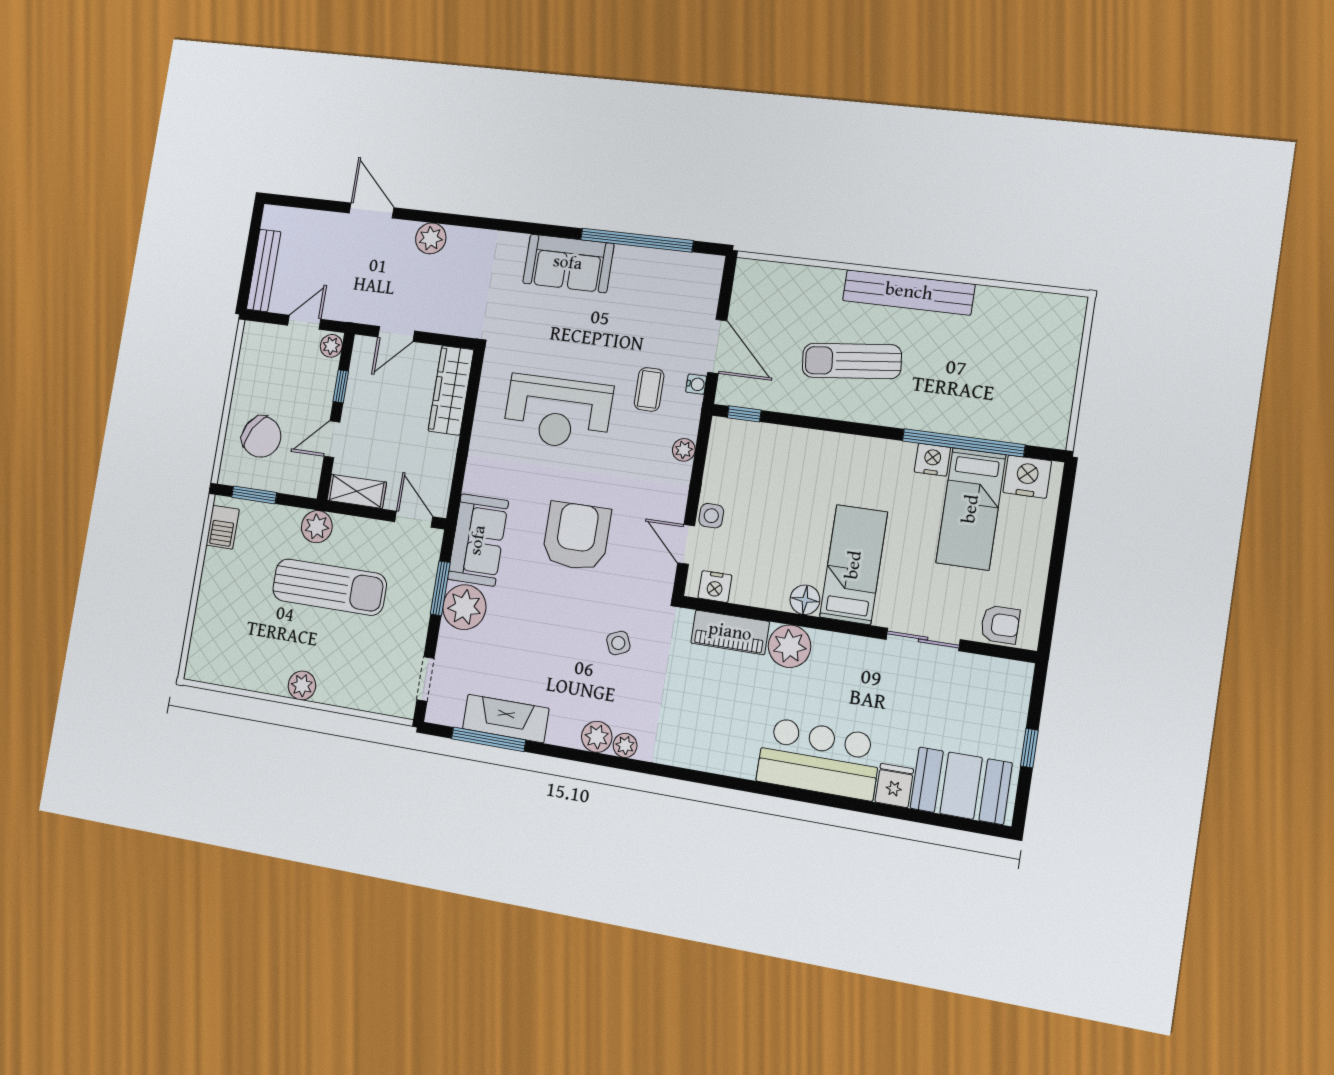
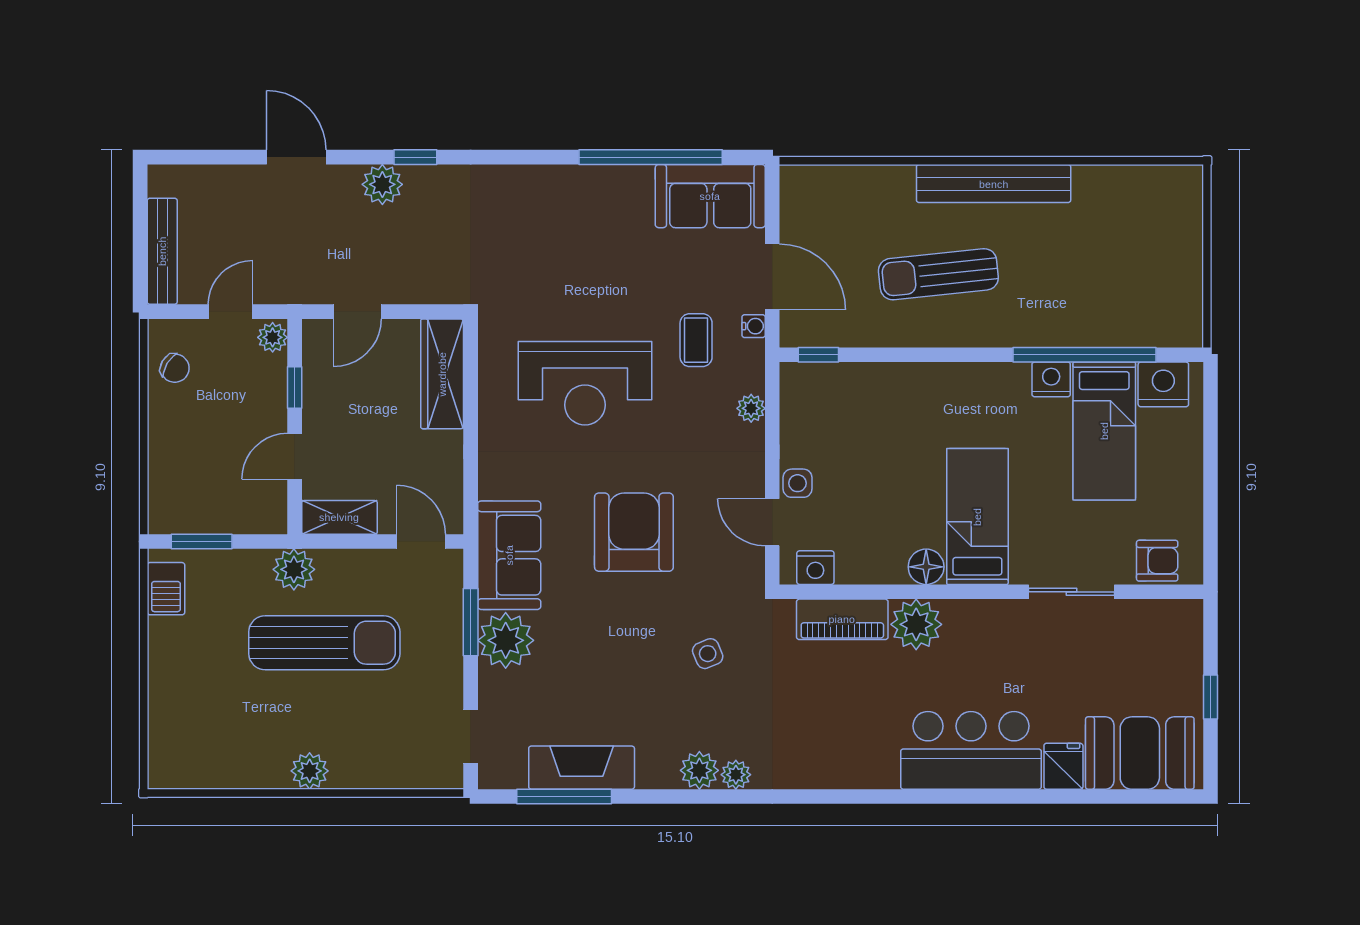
window: (459, 220) -> (415, 157), added
sofa: (568, 263) -> (710, 196), moved
chair: (261, 437) -> (175, 368), moved, width x0.54, depth x0.54

